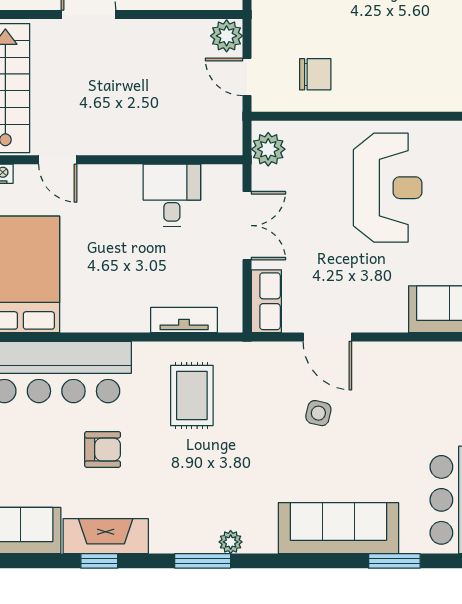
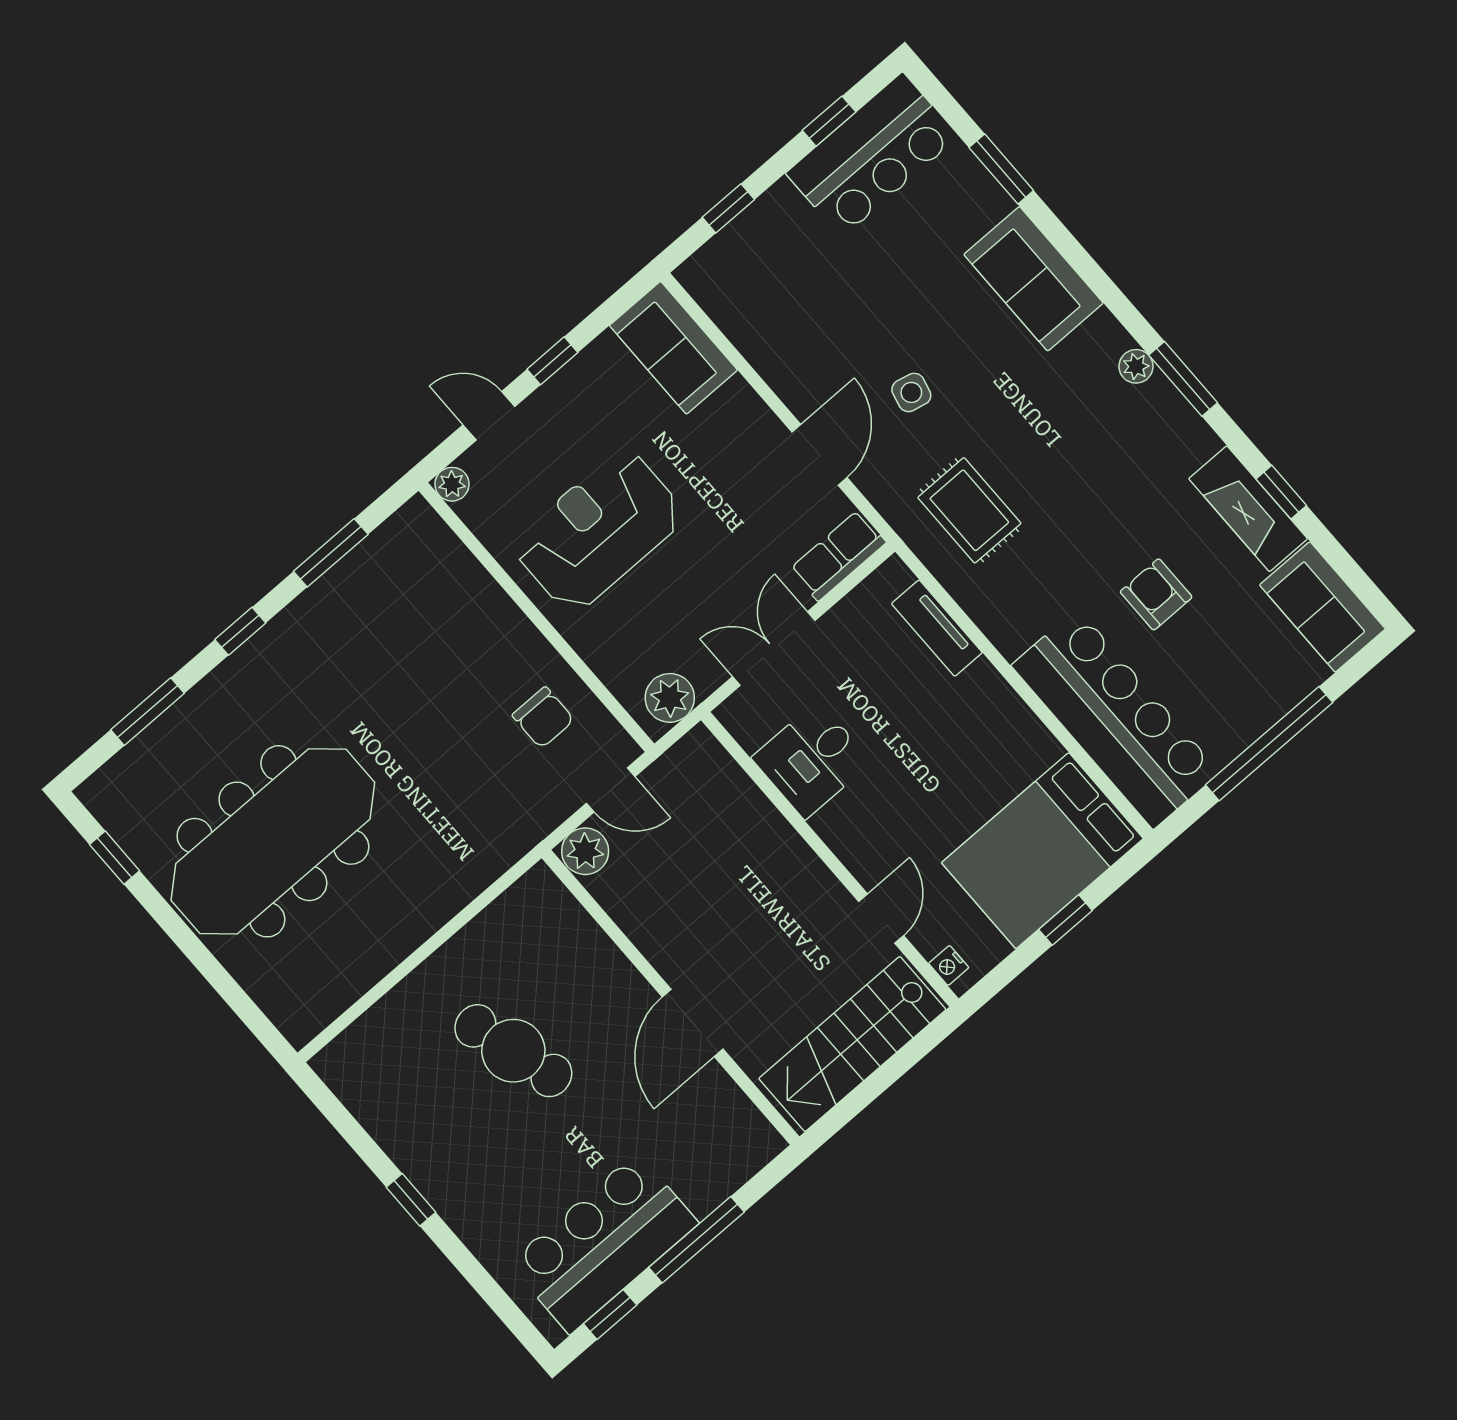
chair: (315, 74) -> (543, 718), turned 180
door: (247, 77) -> (611, 790), hinge flipped
rug: (192, 395) -> (969, 510), moved, turned 90
sofa: (338, 528) -> (1033, 279), width x0.73

